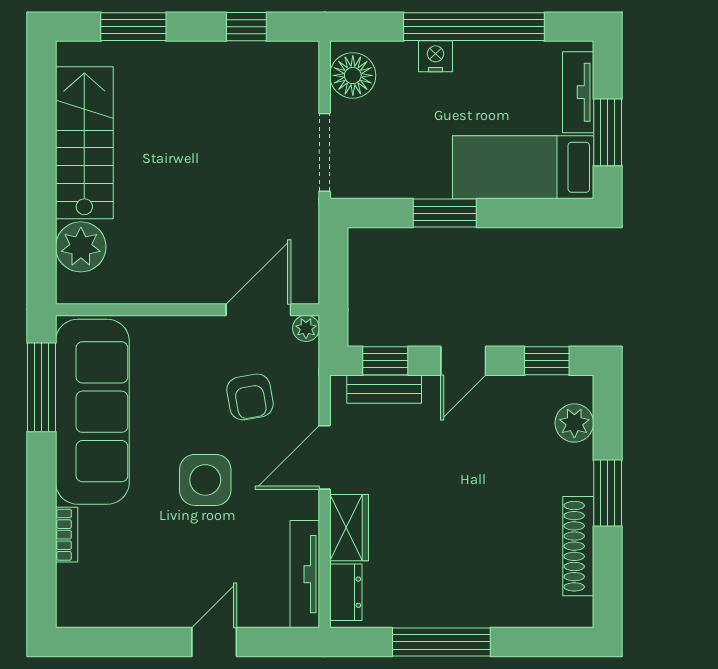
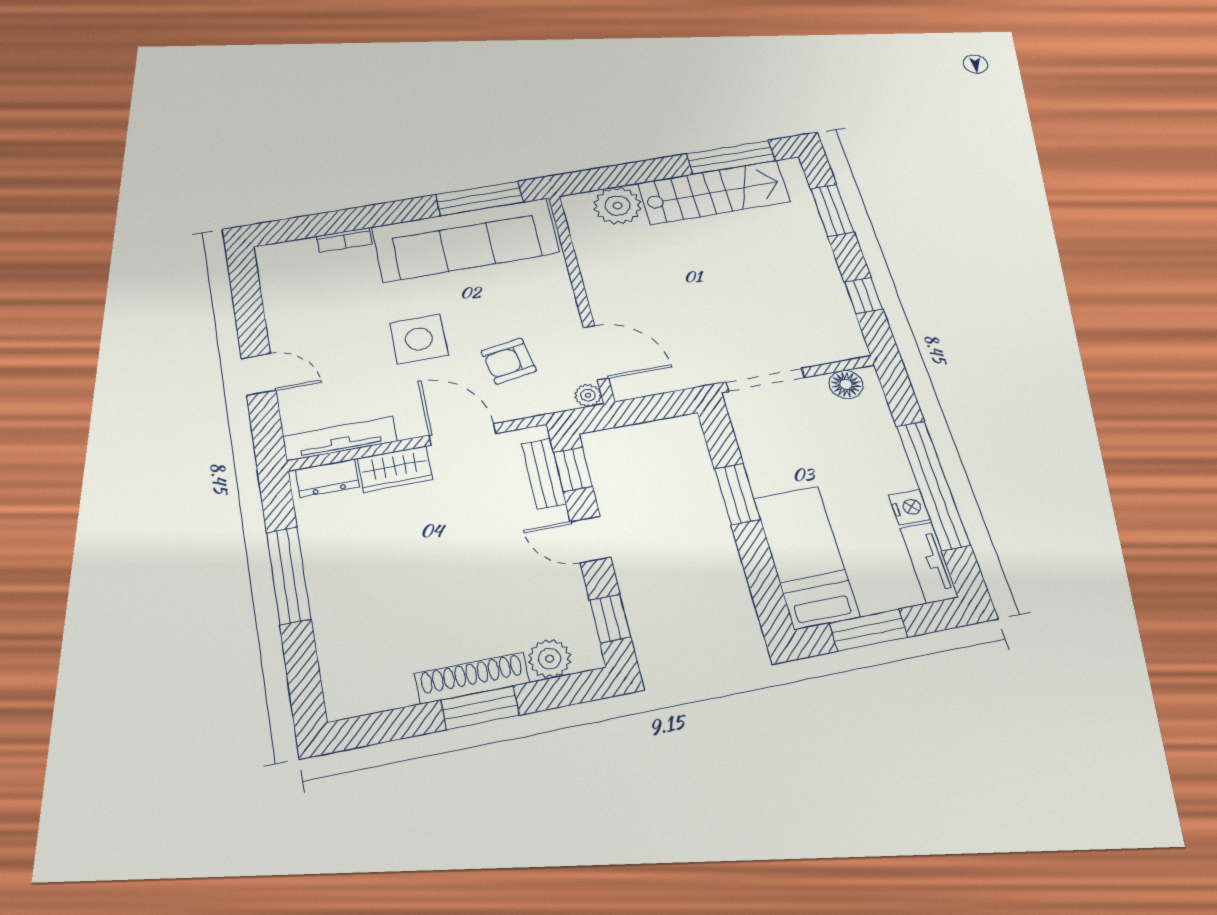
nightstand: (436, 56) -> (909, 507), moved
floor lamp: (353, 75) -> (846, 384), width x0.73, depth x0.73
tv unit: (578, 92) -> (929, 562), moved, turned -90
window: (42, 113) -> (731, 157), added
shoe rack: (578, 546) -> (472, 678), moved

